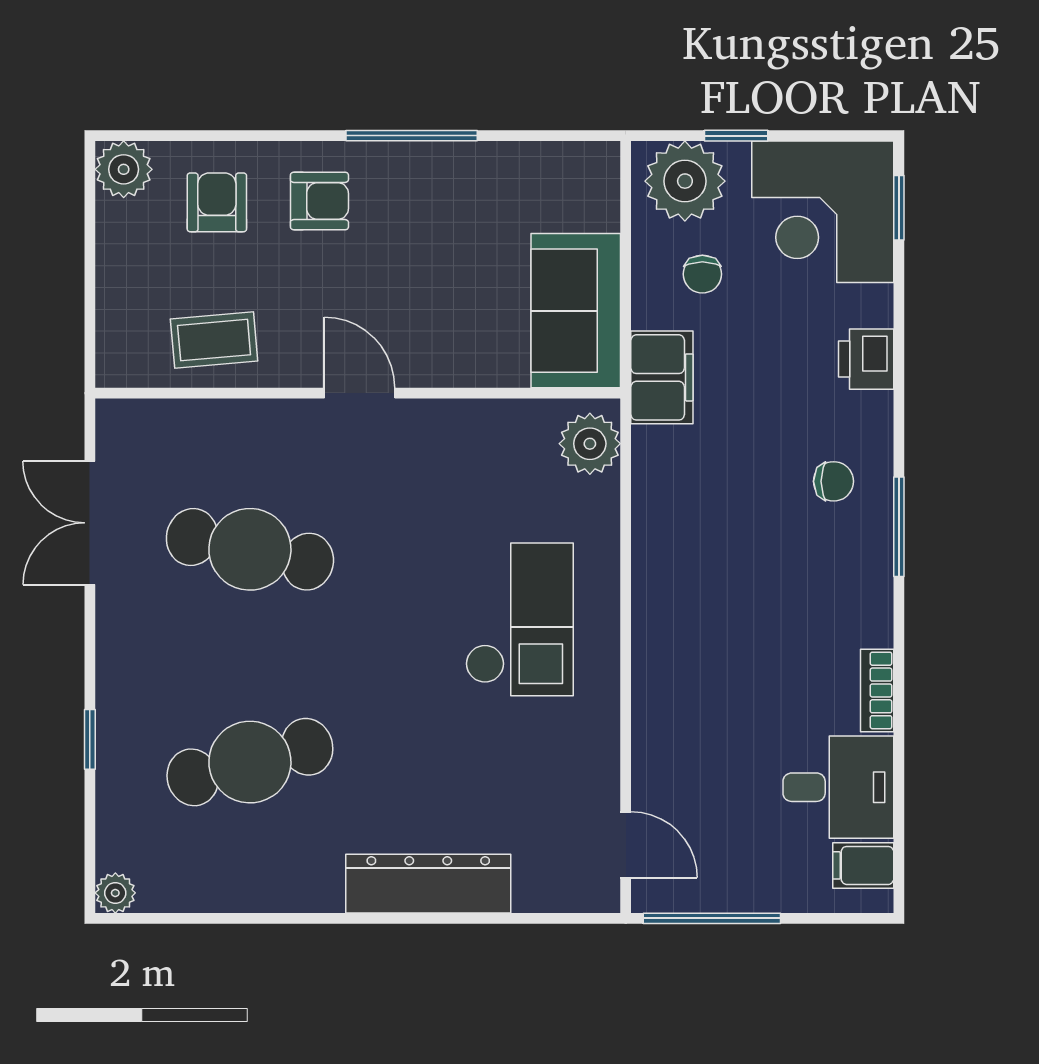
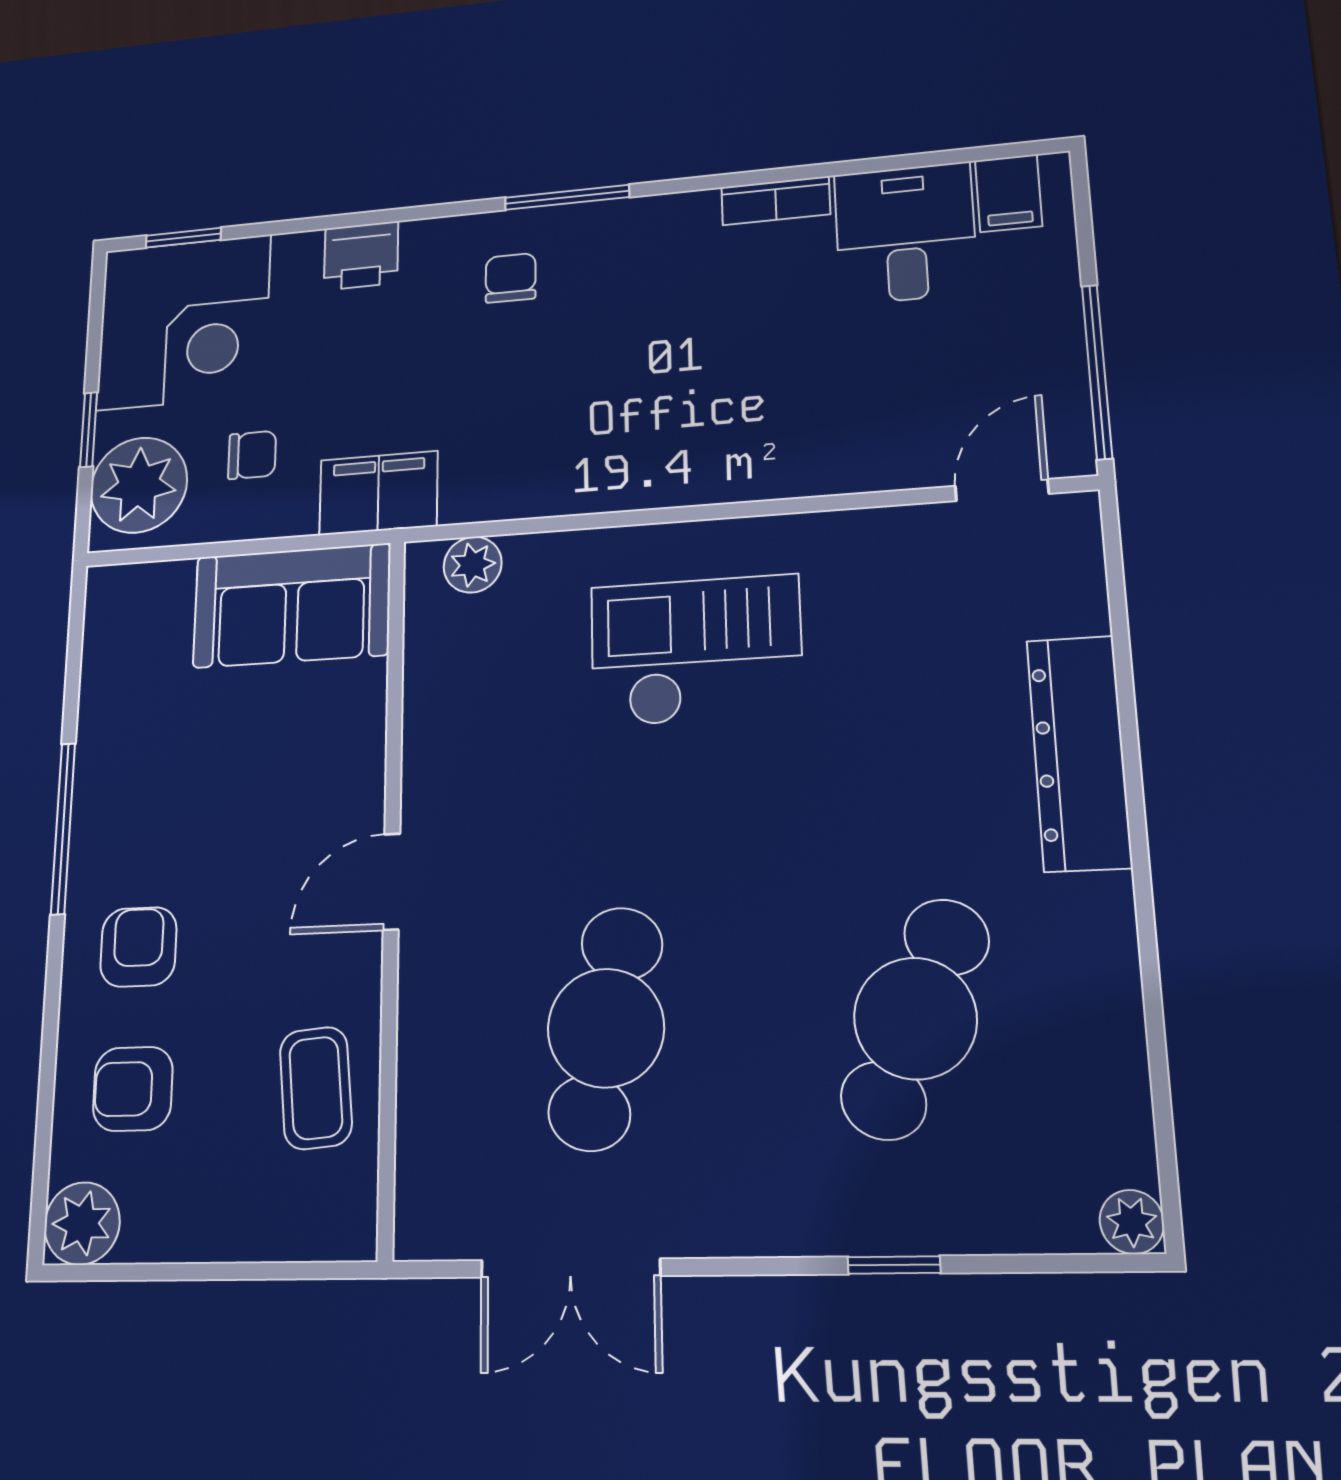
plant: (590, 444) -> (473, 565), width x0.73, depth x0.73
cafe table: (250, 762) -> (915, 1018), turned 39

